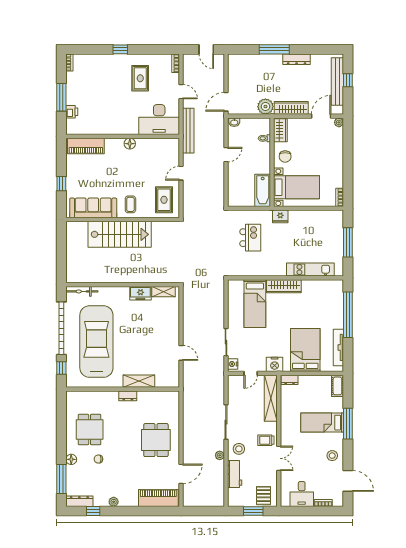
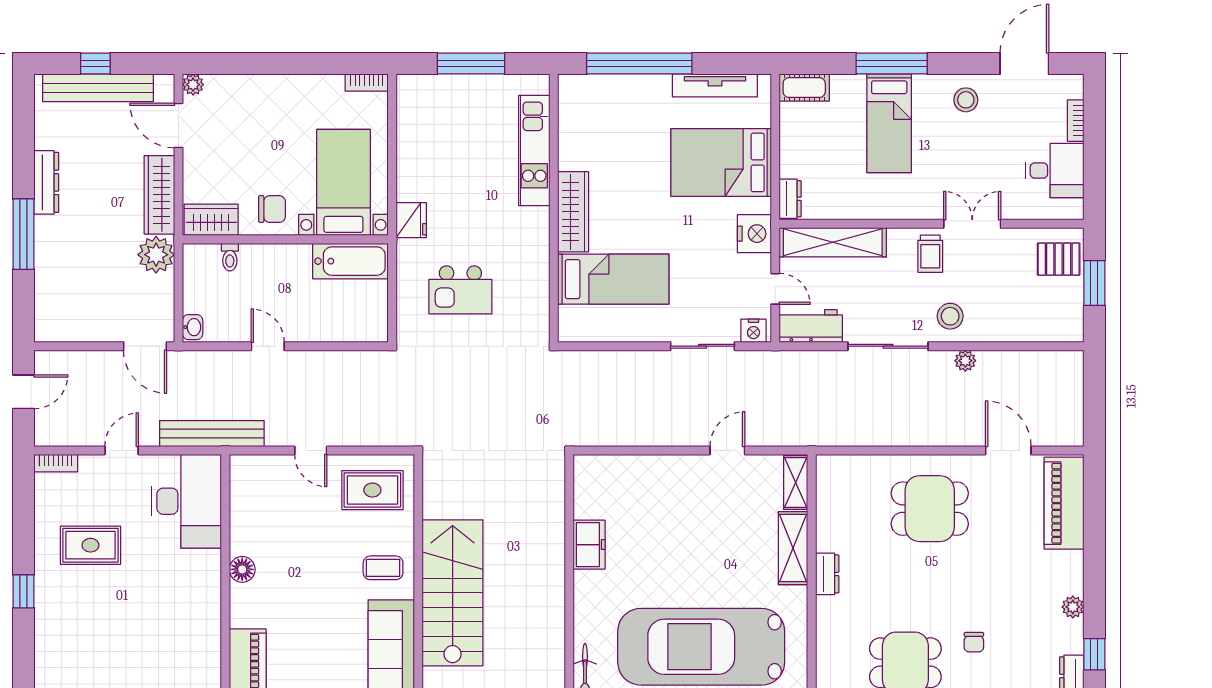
kitchen island: (250, 238) -> (460, 290), turned 180
shelving: (164, 292) -> (796, 483), moved
workbench: (235, 474) -> (811, 326), moved

